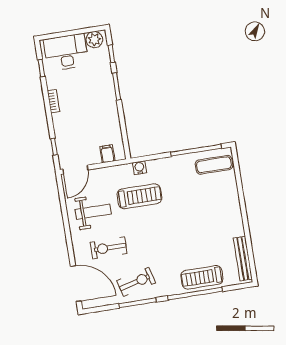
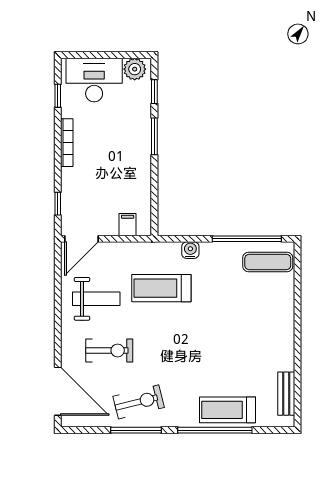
bookcase: (53, 101) -> (67, 143), width x1.56
water cooler: (140, 168) -> (190, 250), moved
treadmill: (139, 196) -> (161, 288), turned 180
exercise bike: (109, 248) -> (109, 350), turned 180
bench: (243, 259) -> (286, 394), width x0.73

